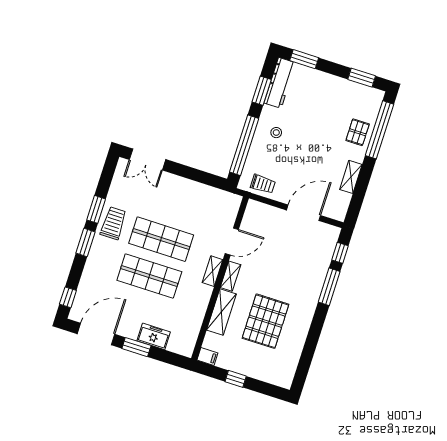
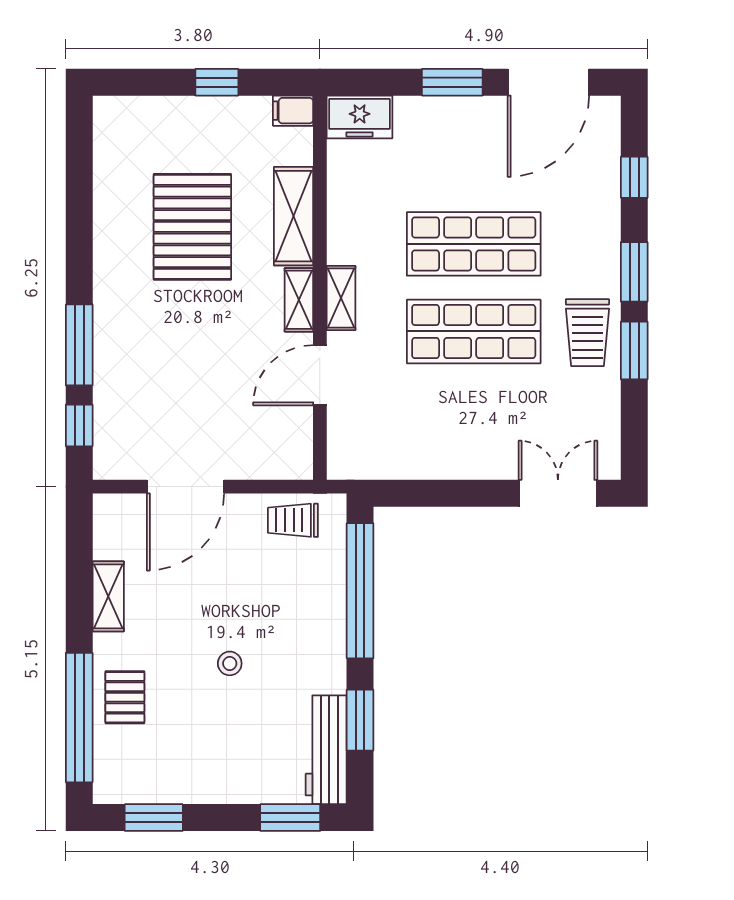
stool: (276, 133) -> (230, 663), moved
window: (68, 297) -> (634, 177), moved
freezer: (154, 336) -> (360, 117), moved

